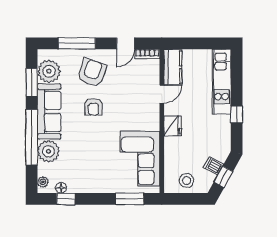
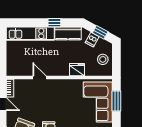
kitchen counter: (173, 67) -> (68, 33), moved, turned 180
fridge: (173, 126) -> (77, 70), moved
corner sofa: (140, 159) -> (98, 102), moved, turned 90

